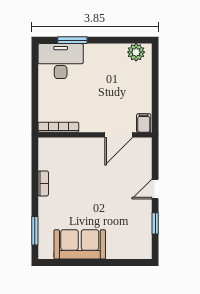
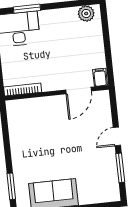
bookcase: (43, 183) -> (14, 142), removed
window: (155, 223) -> (120, 168), width x1.50

